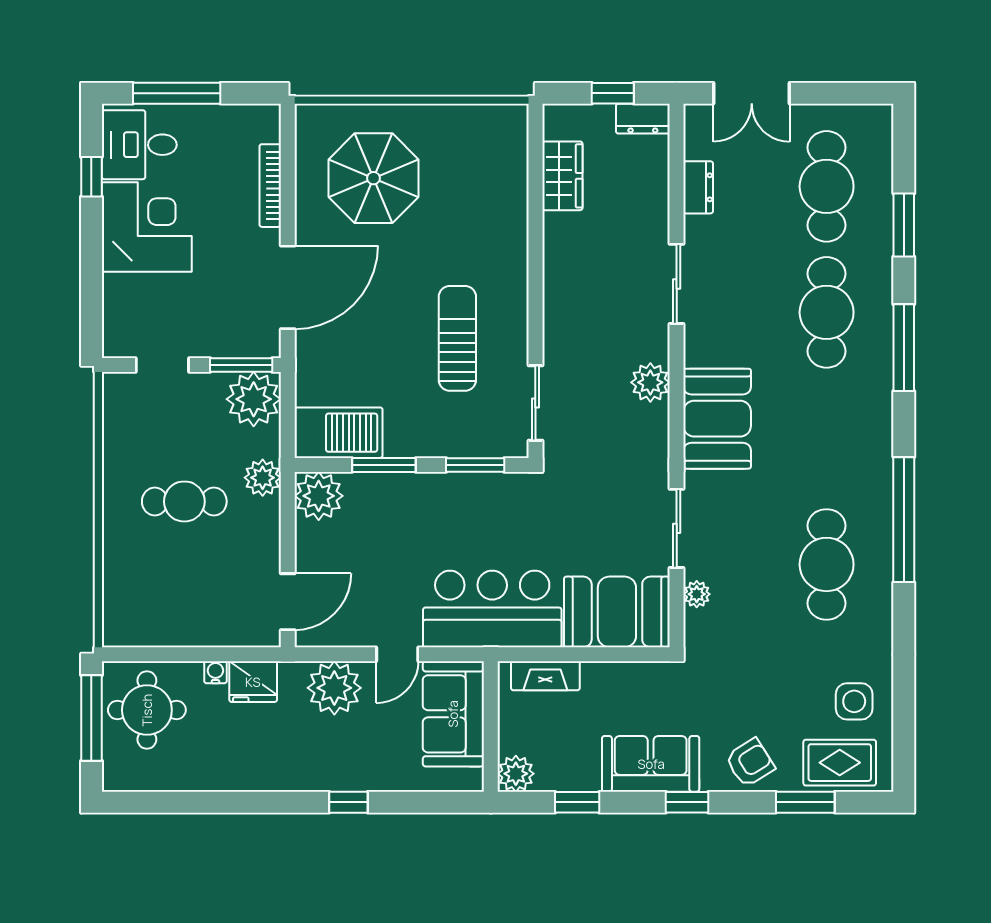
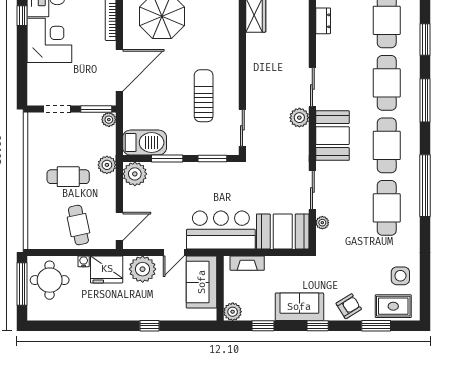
sliding door: (677, 284) -> (312, 87), moved
plant: (254, 399) -> (109, 120), width x0.53, depth x0.53
cafe table: (827, 438) -> (387, 145), added
cafe table: (205, 599) -> (78, 225), added
fridge: (253, 682) -> (107, 269), width x1.36, depth x1.34

